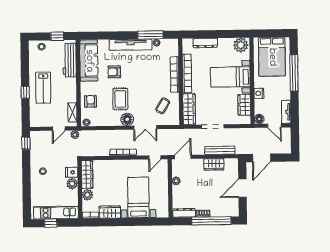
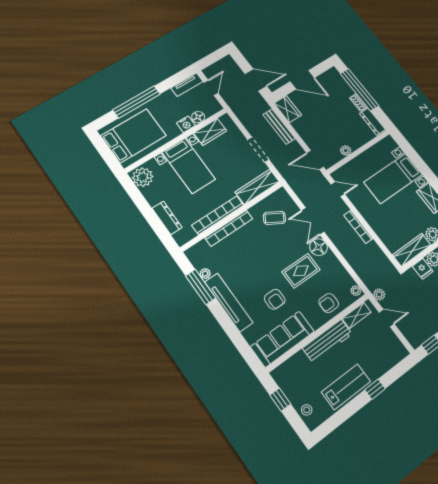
workbench: (70, 60) -> (327, 341), moved
lab bench: (43, 88) -> (346, 387), moved
floor lamp: (259, 119) -> (198, 117), moved
double door: (145, 127) -> (313, 221), swing flipped
wardrobe: (214, 164) -> (288, 109), moved

